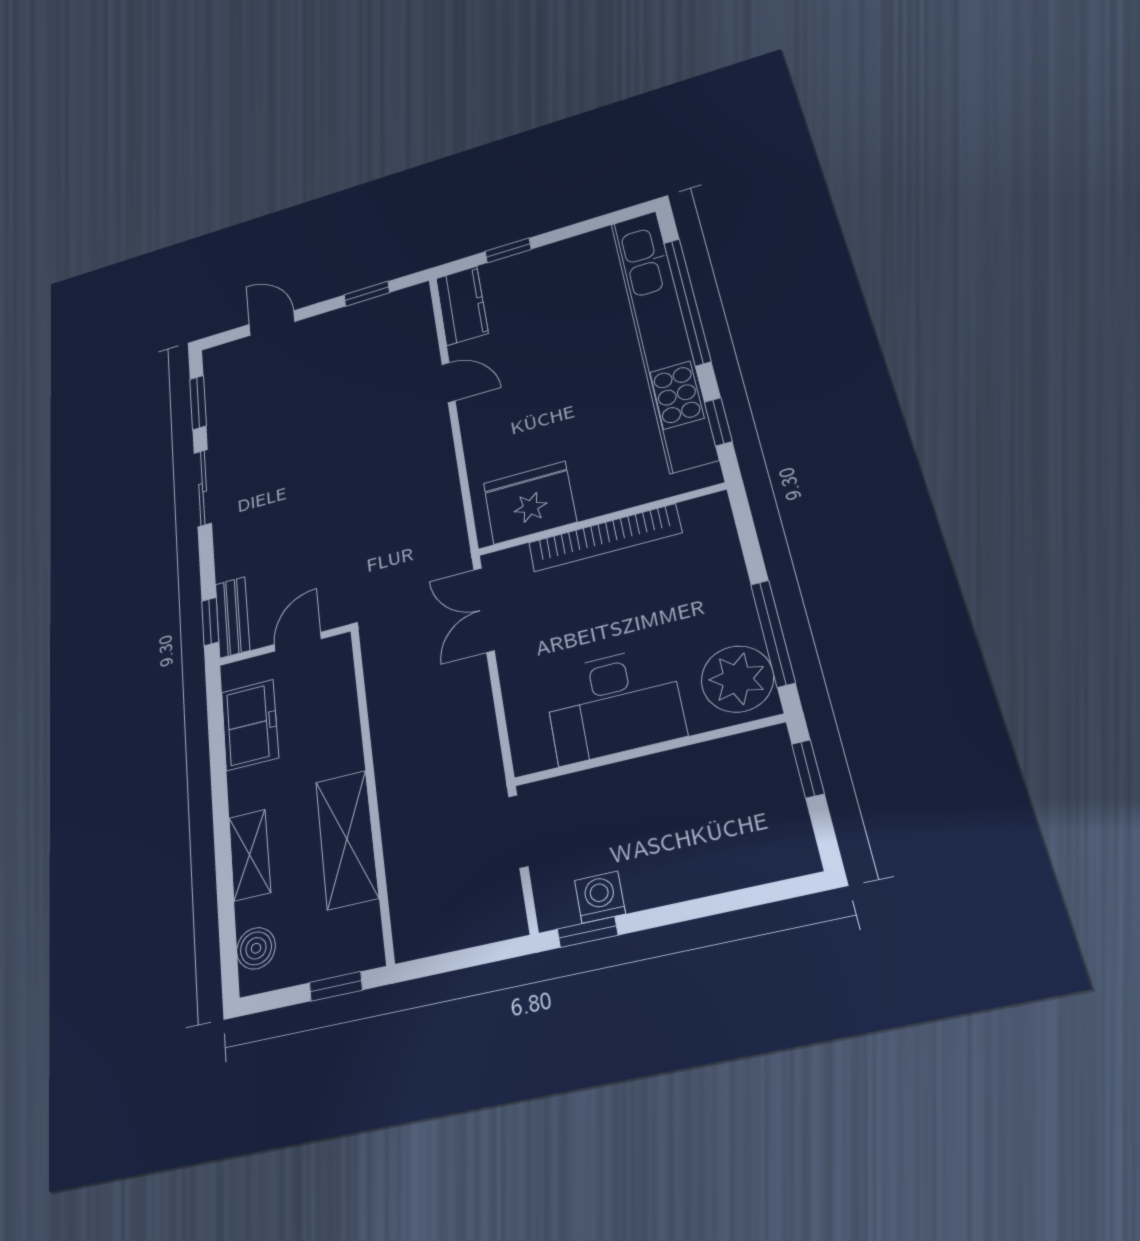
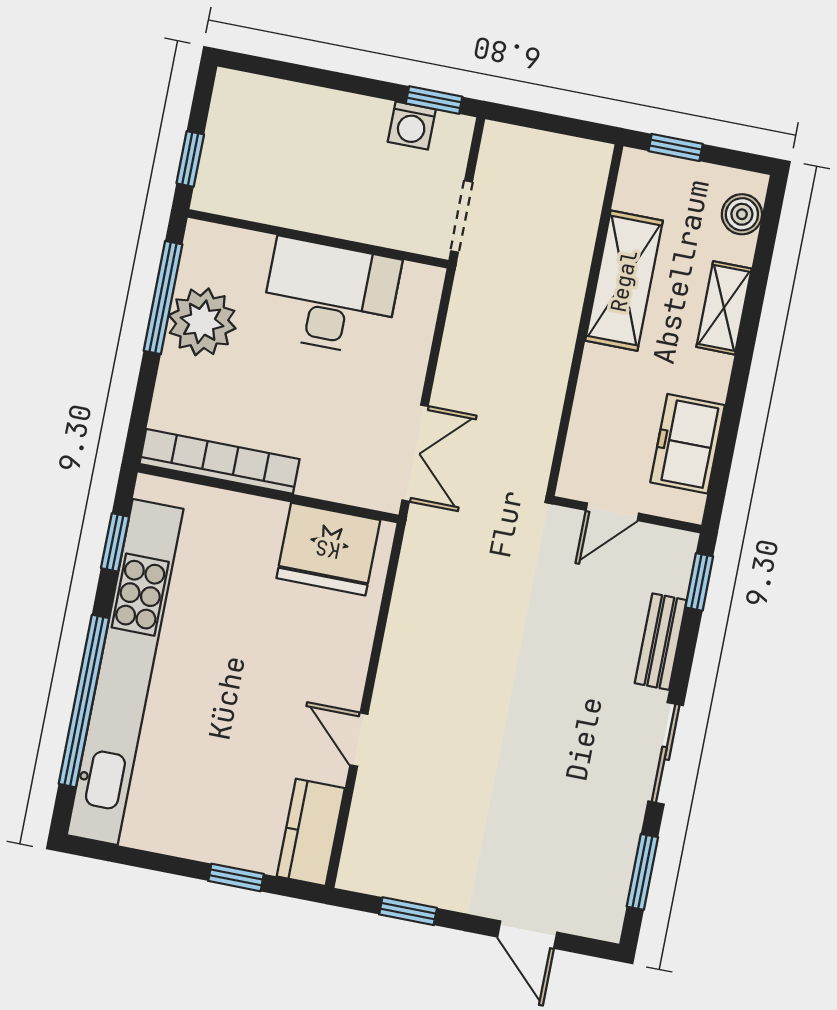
bookcase: (605, 538) -> (220, 461), moved
bench: (232, 617) -> (661, 642), moved
plant: (737, 679) -> (202, 322), moved

